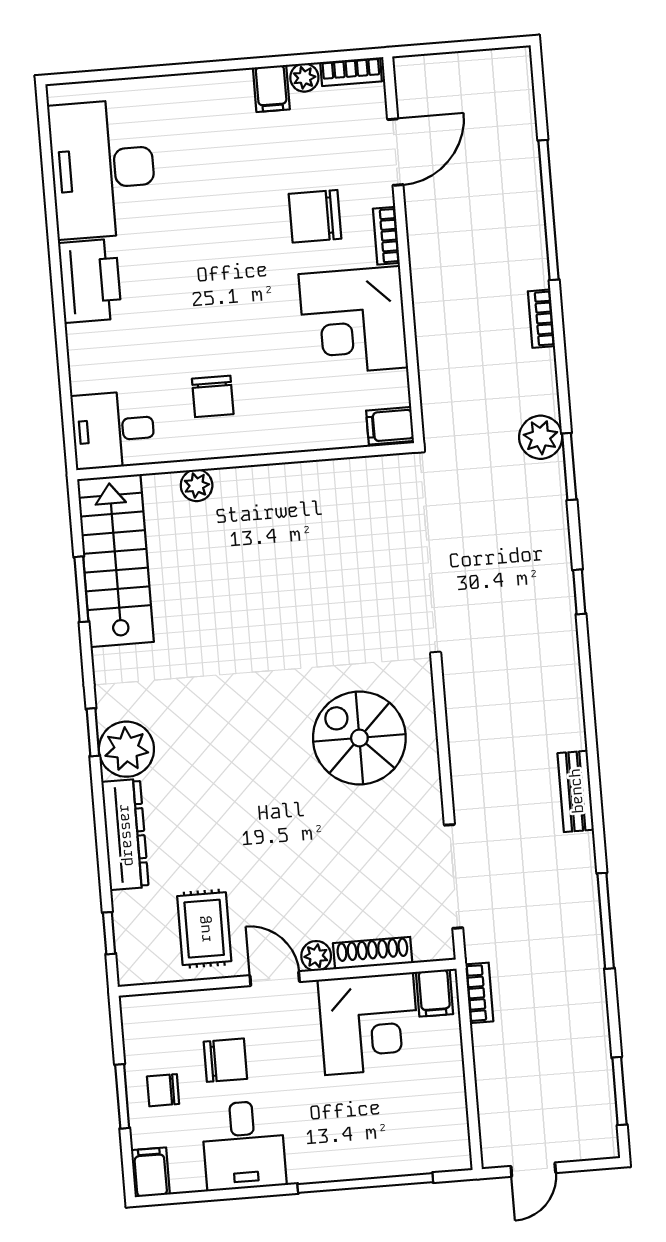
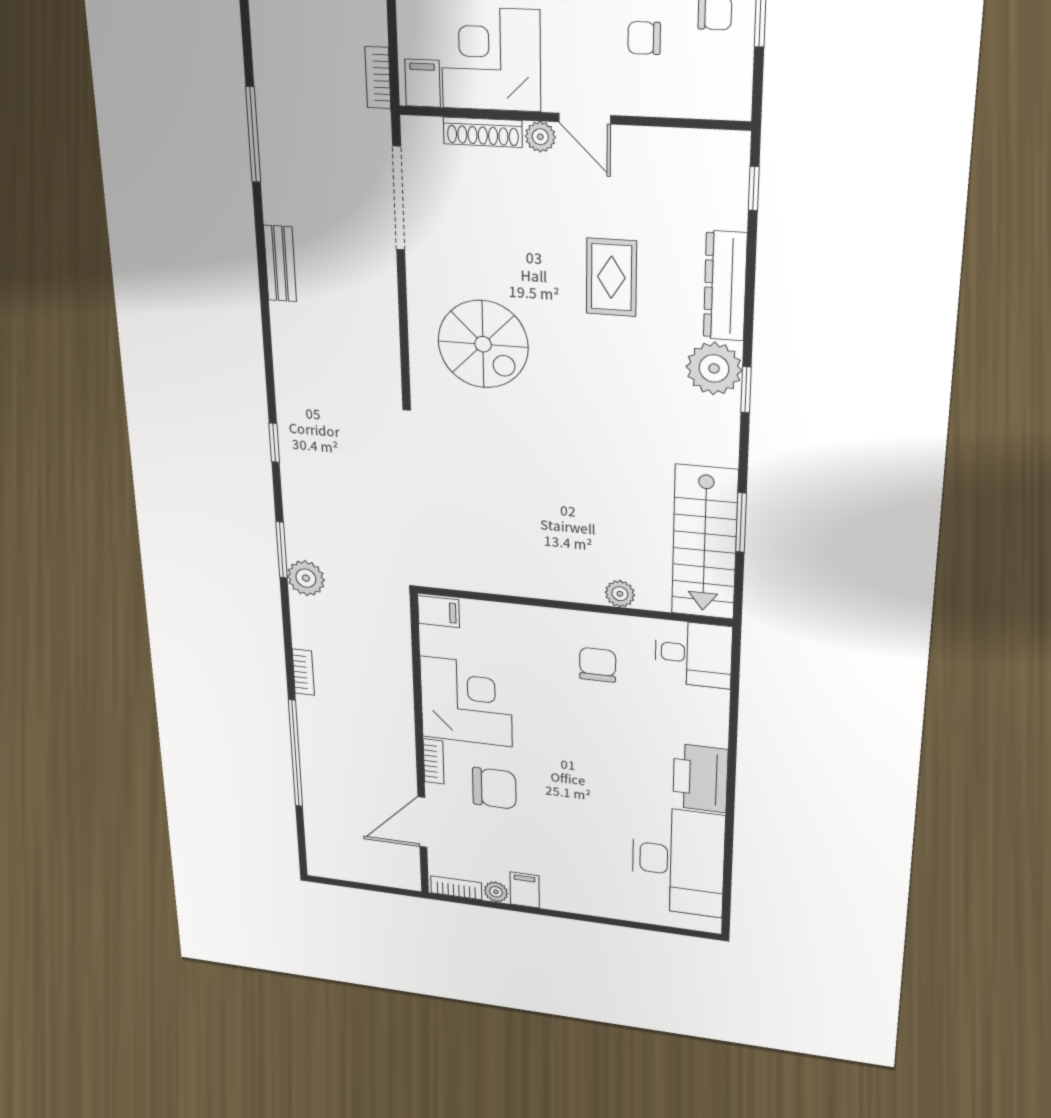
rug: (204, 929) -> (611, 277), moved
chair: (225, 1060) -> (644, 38), width x0.73, depth x0.73

